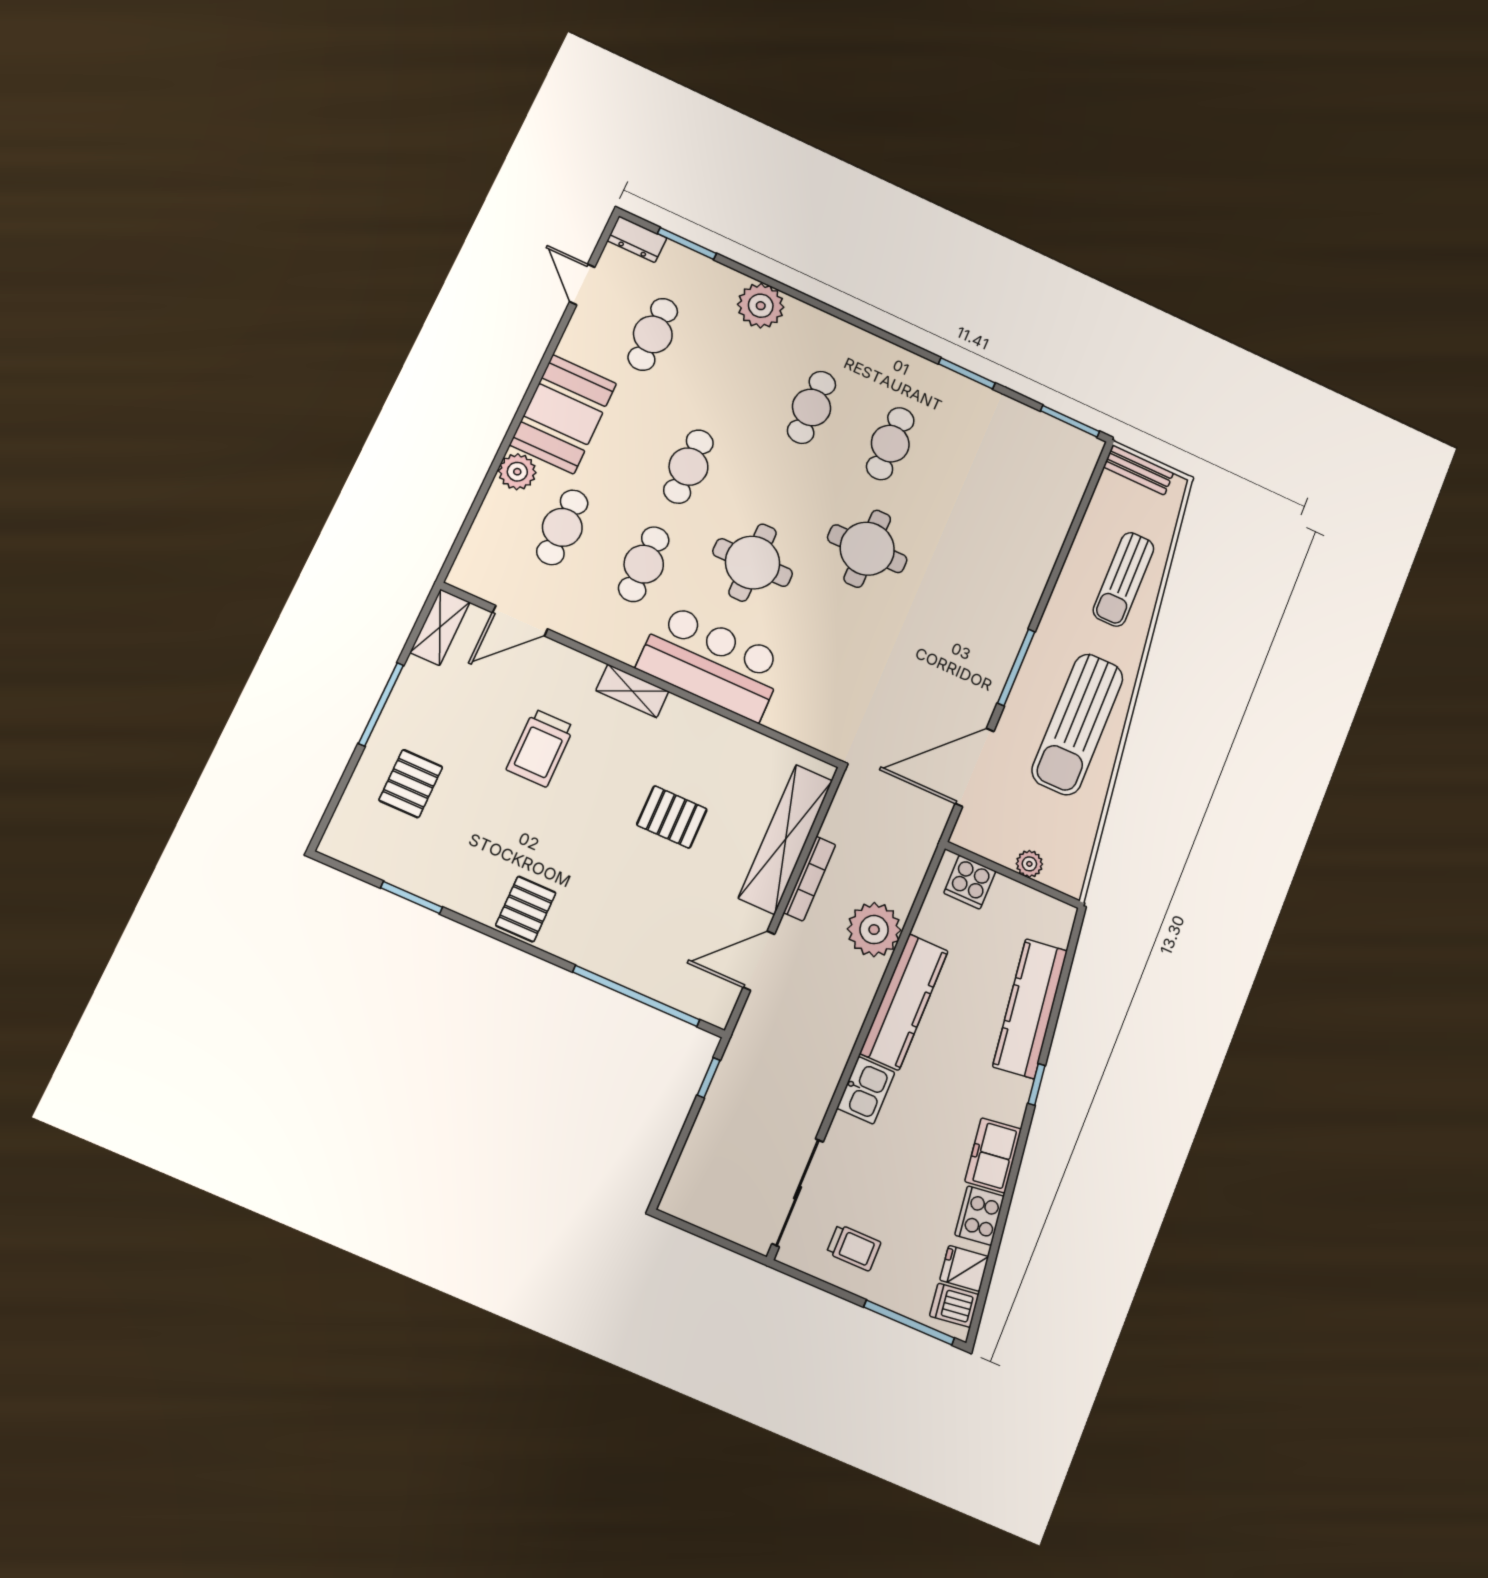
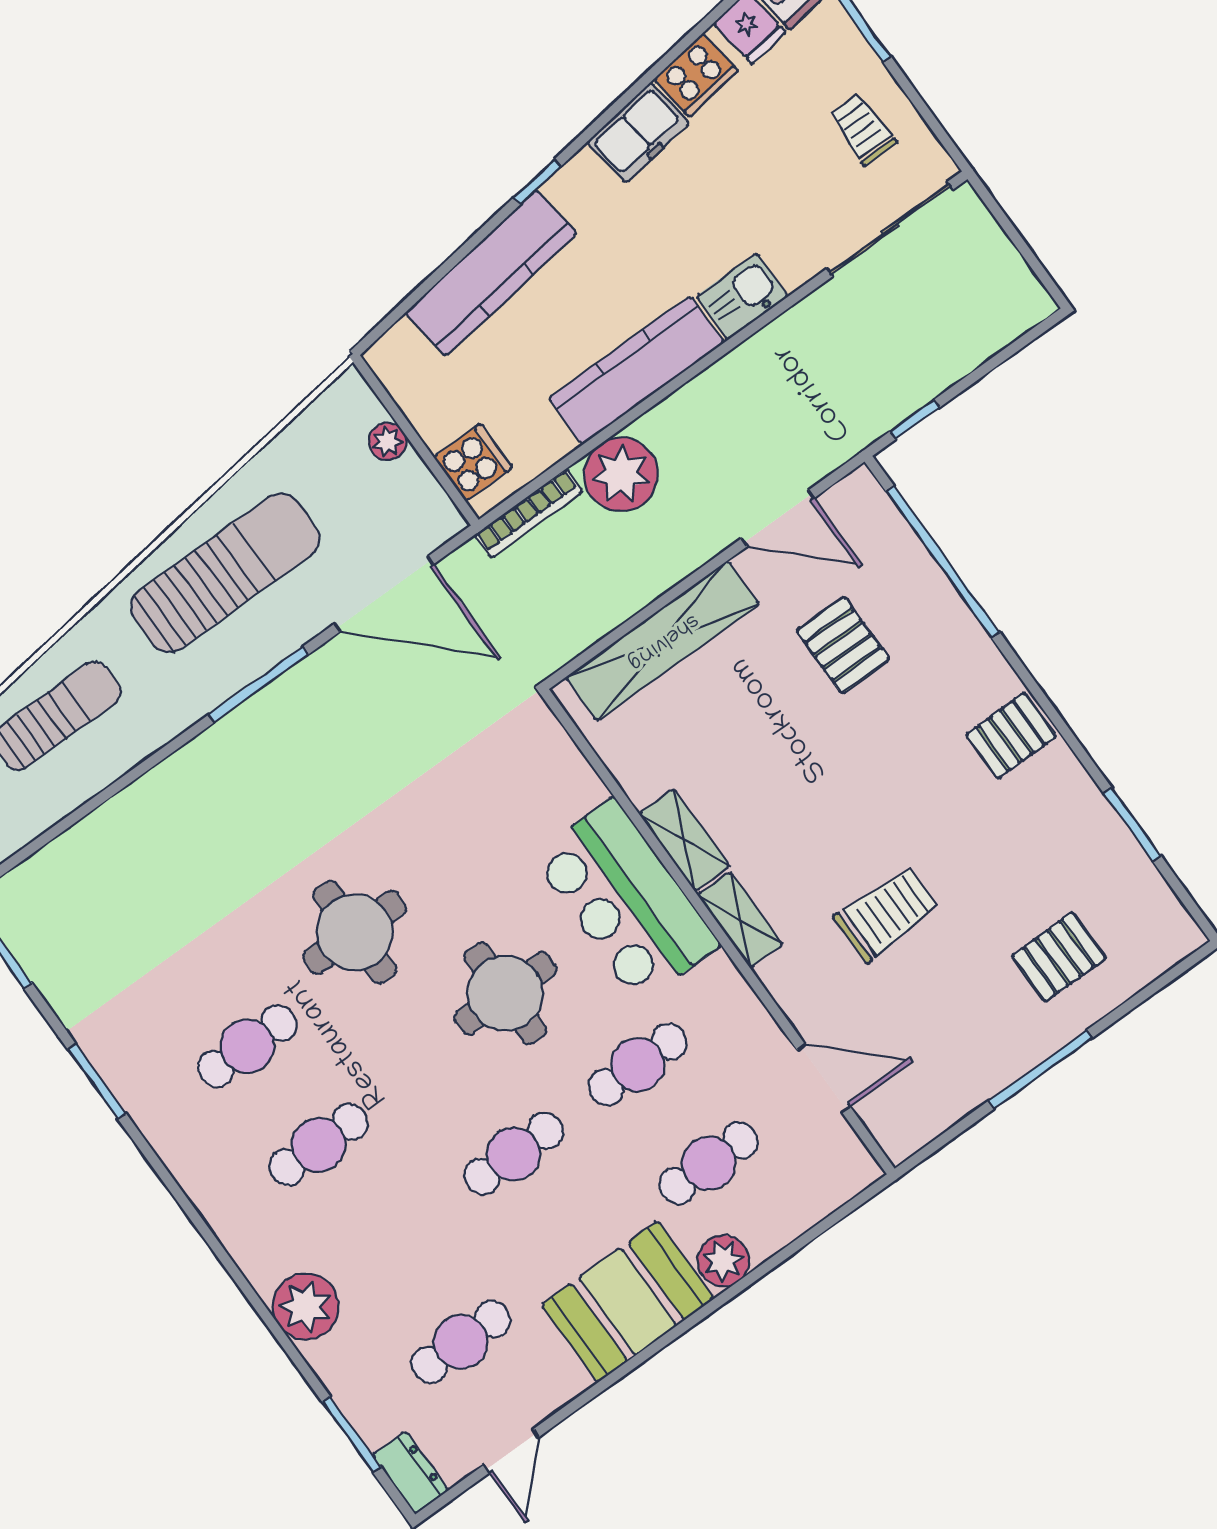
shelving: (440, 627) -> (684, 840), moved, turned 90
pallet: (672, 817) -> (843, 645), moved
bookcase: (810, 879) -> (529, 513), moved, turned 180

